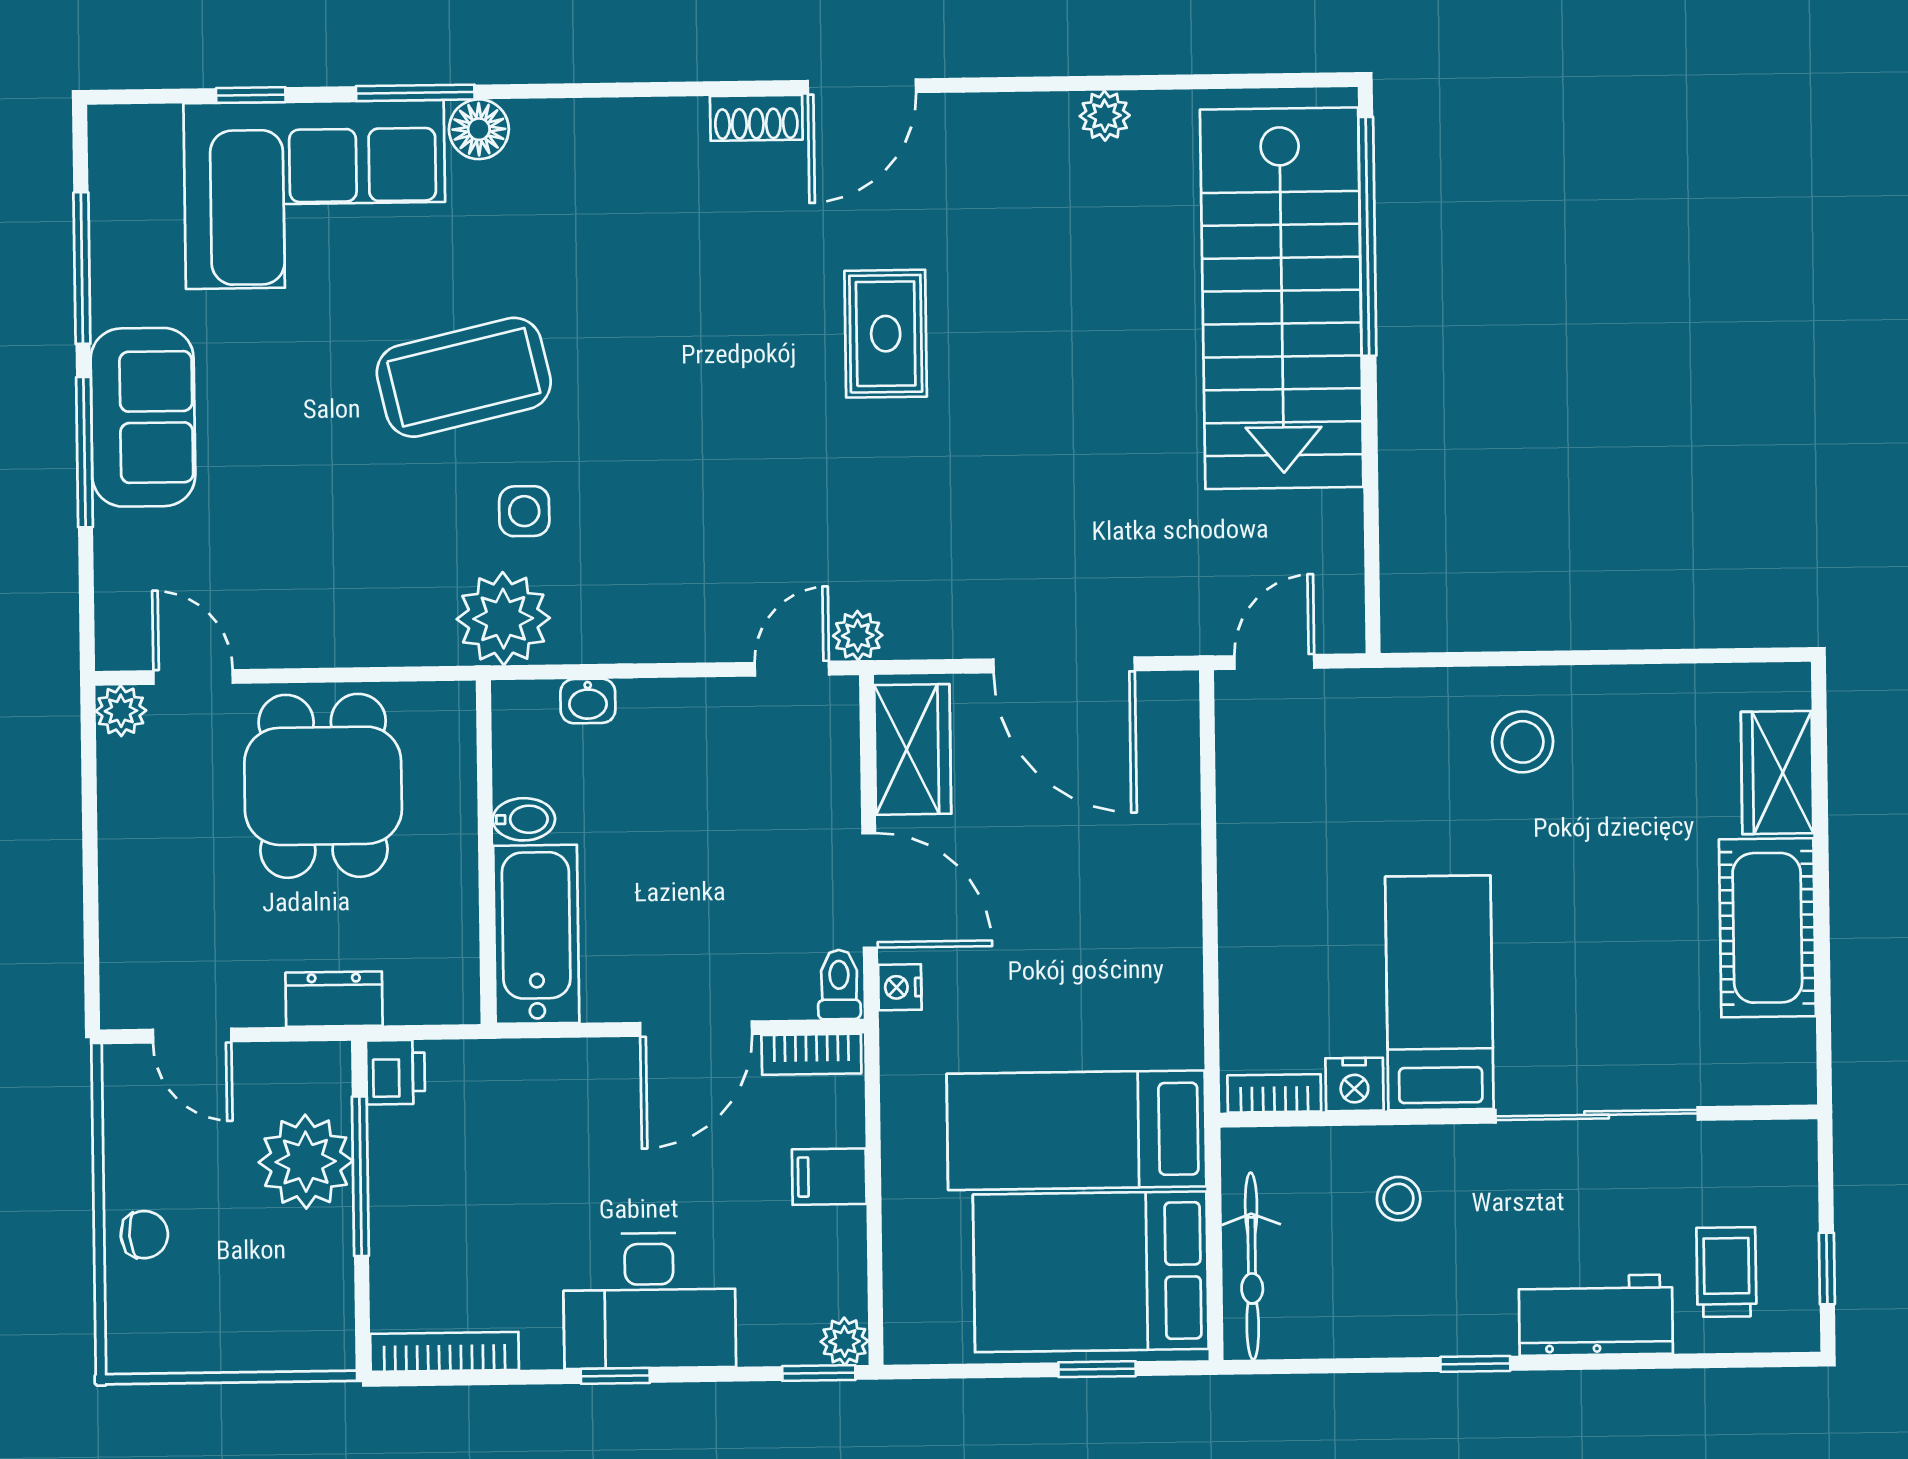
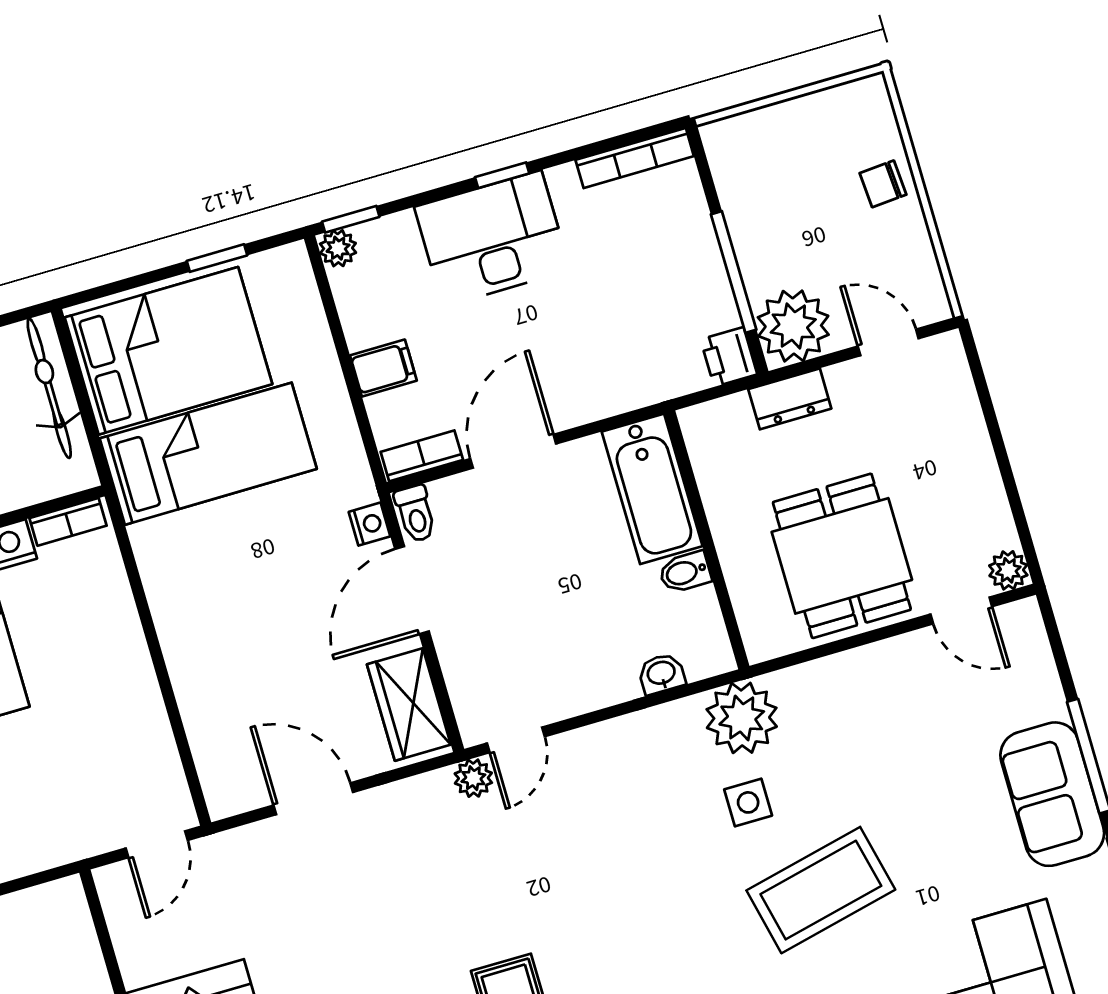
door: (1064, 665) -> (313, 799), width x0.73
door: (870, 891) -> (412, 590), hinge flipped
plant: (306, 1162) -> (793, 326), moved
window: (1097, 1369) -> (217, 258), moved

